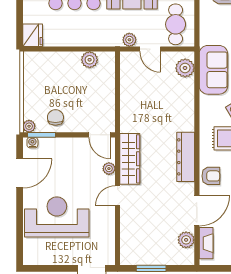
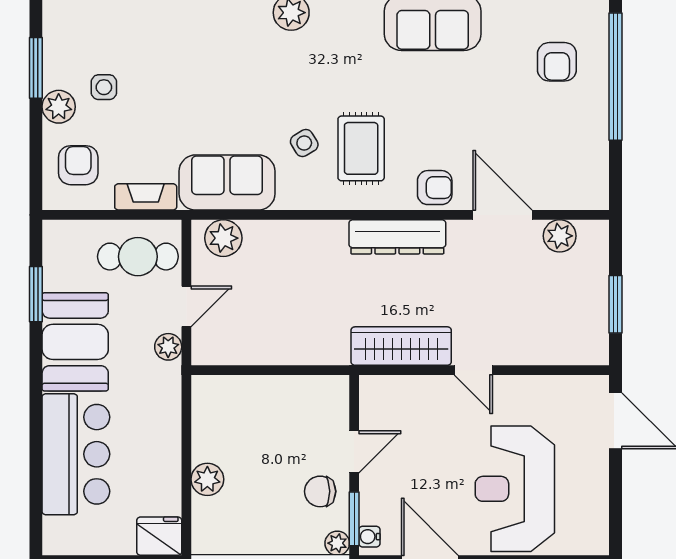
plant: (90, 60) -> (207, 479), moved
door: (100, 135) -> (354, 452), moved
plant: (109, 169) -> (420, 387), removed
armchair: (211, 176) -> (435, 188), turned 90
fireplace: (206, 243) -> (146, 197), moved

